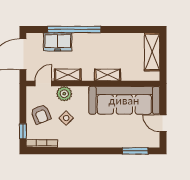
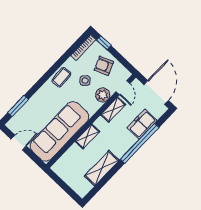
shelving: (152, 52) -> (102, 168), moved, turned 90
coffee table: (81, 139) -> (61, 77), added

